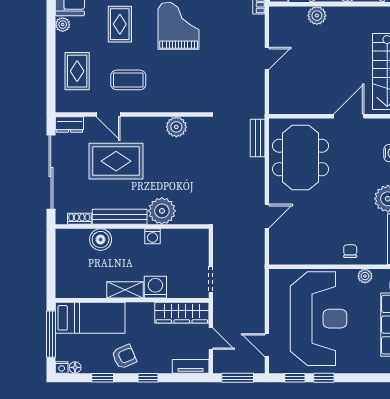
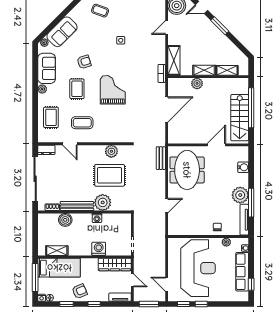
door: (267, 58) -> (167, 110), width x1.87
rug: (116, 161) -> (110, 175), moved
shelving: (125, 290) -> (57, 251), moved

